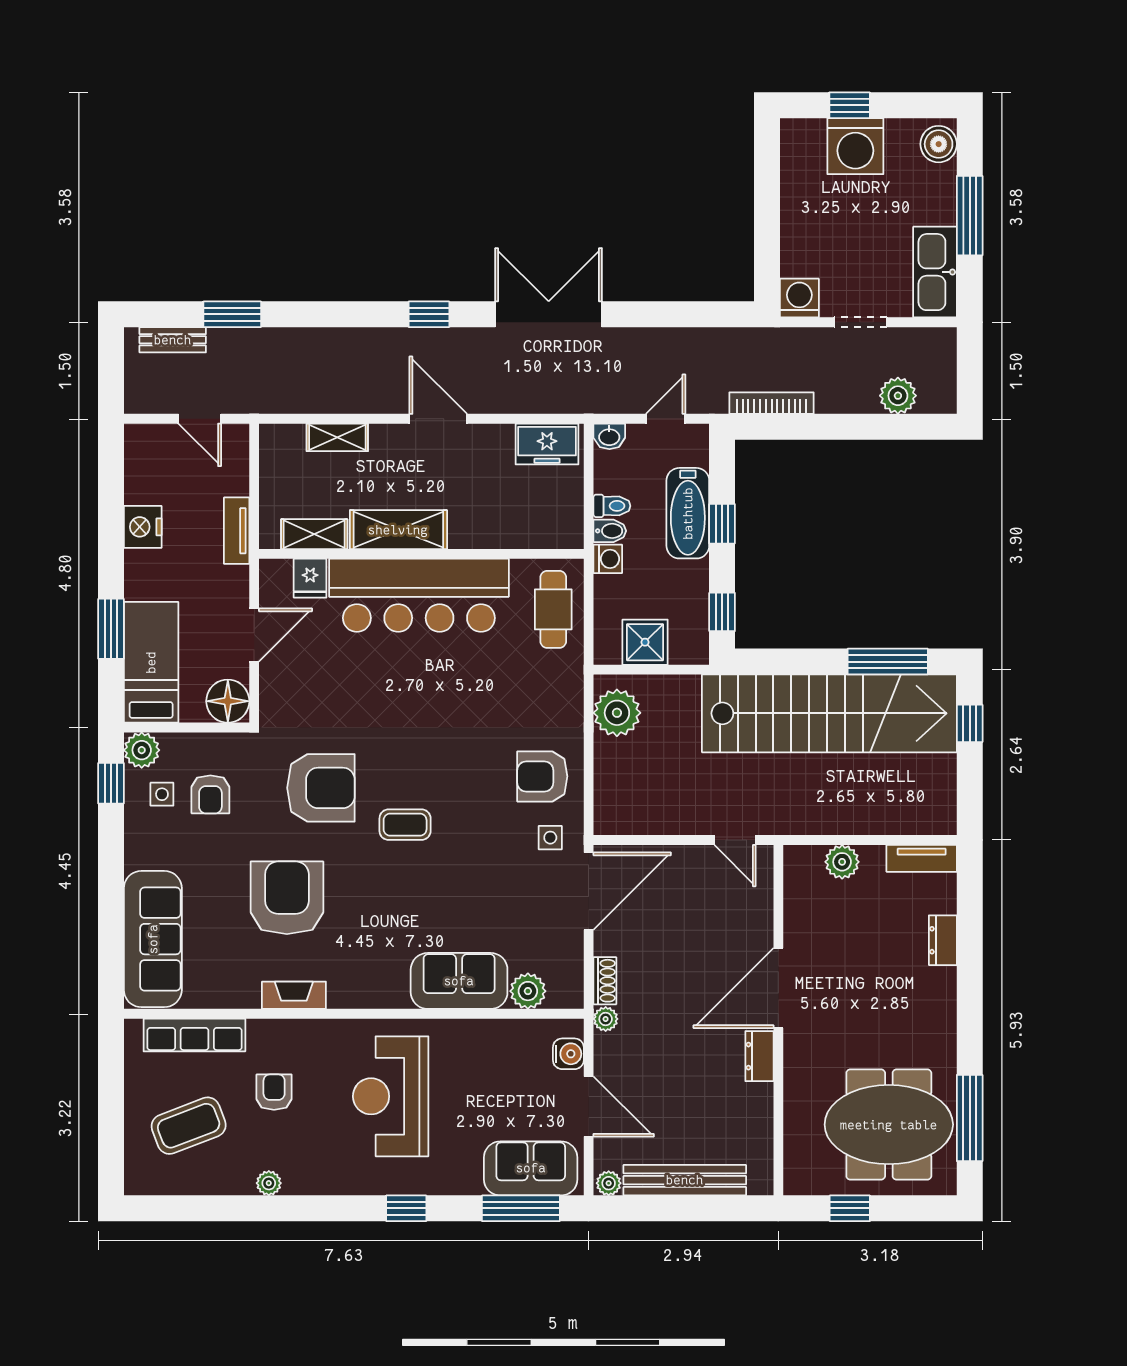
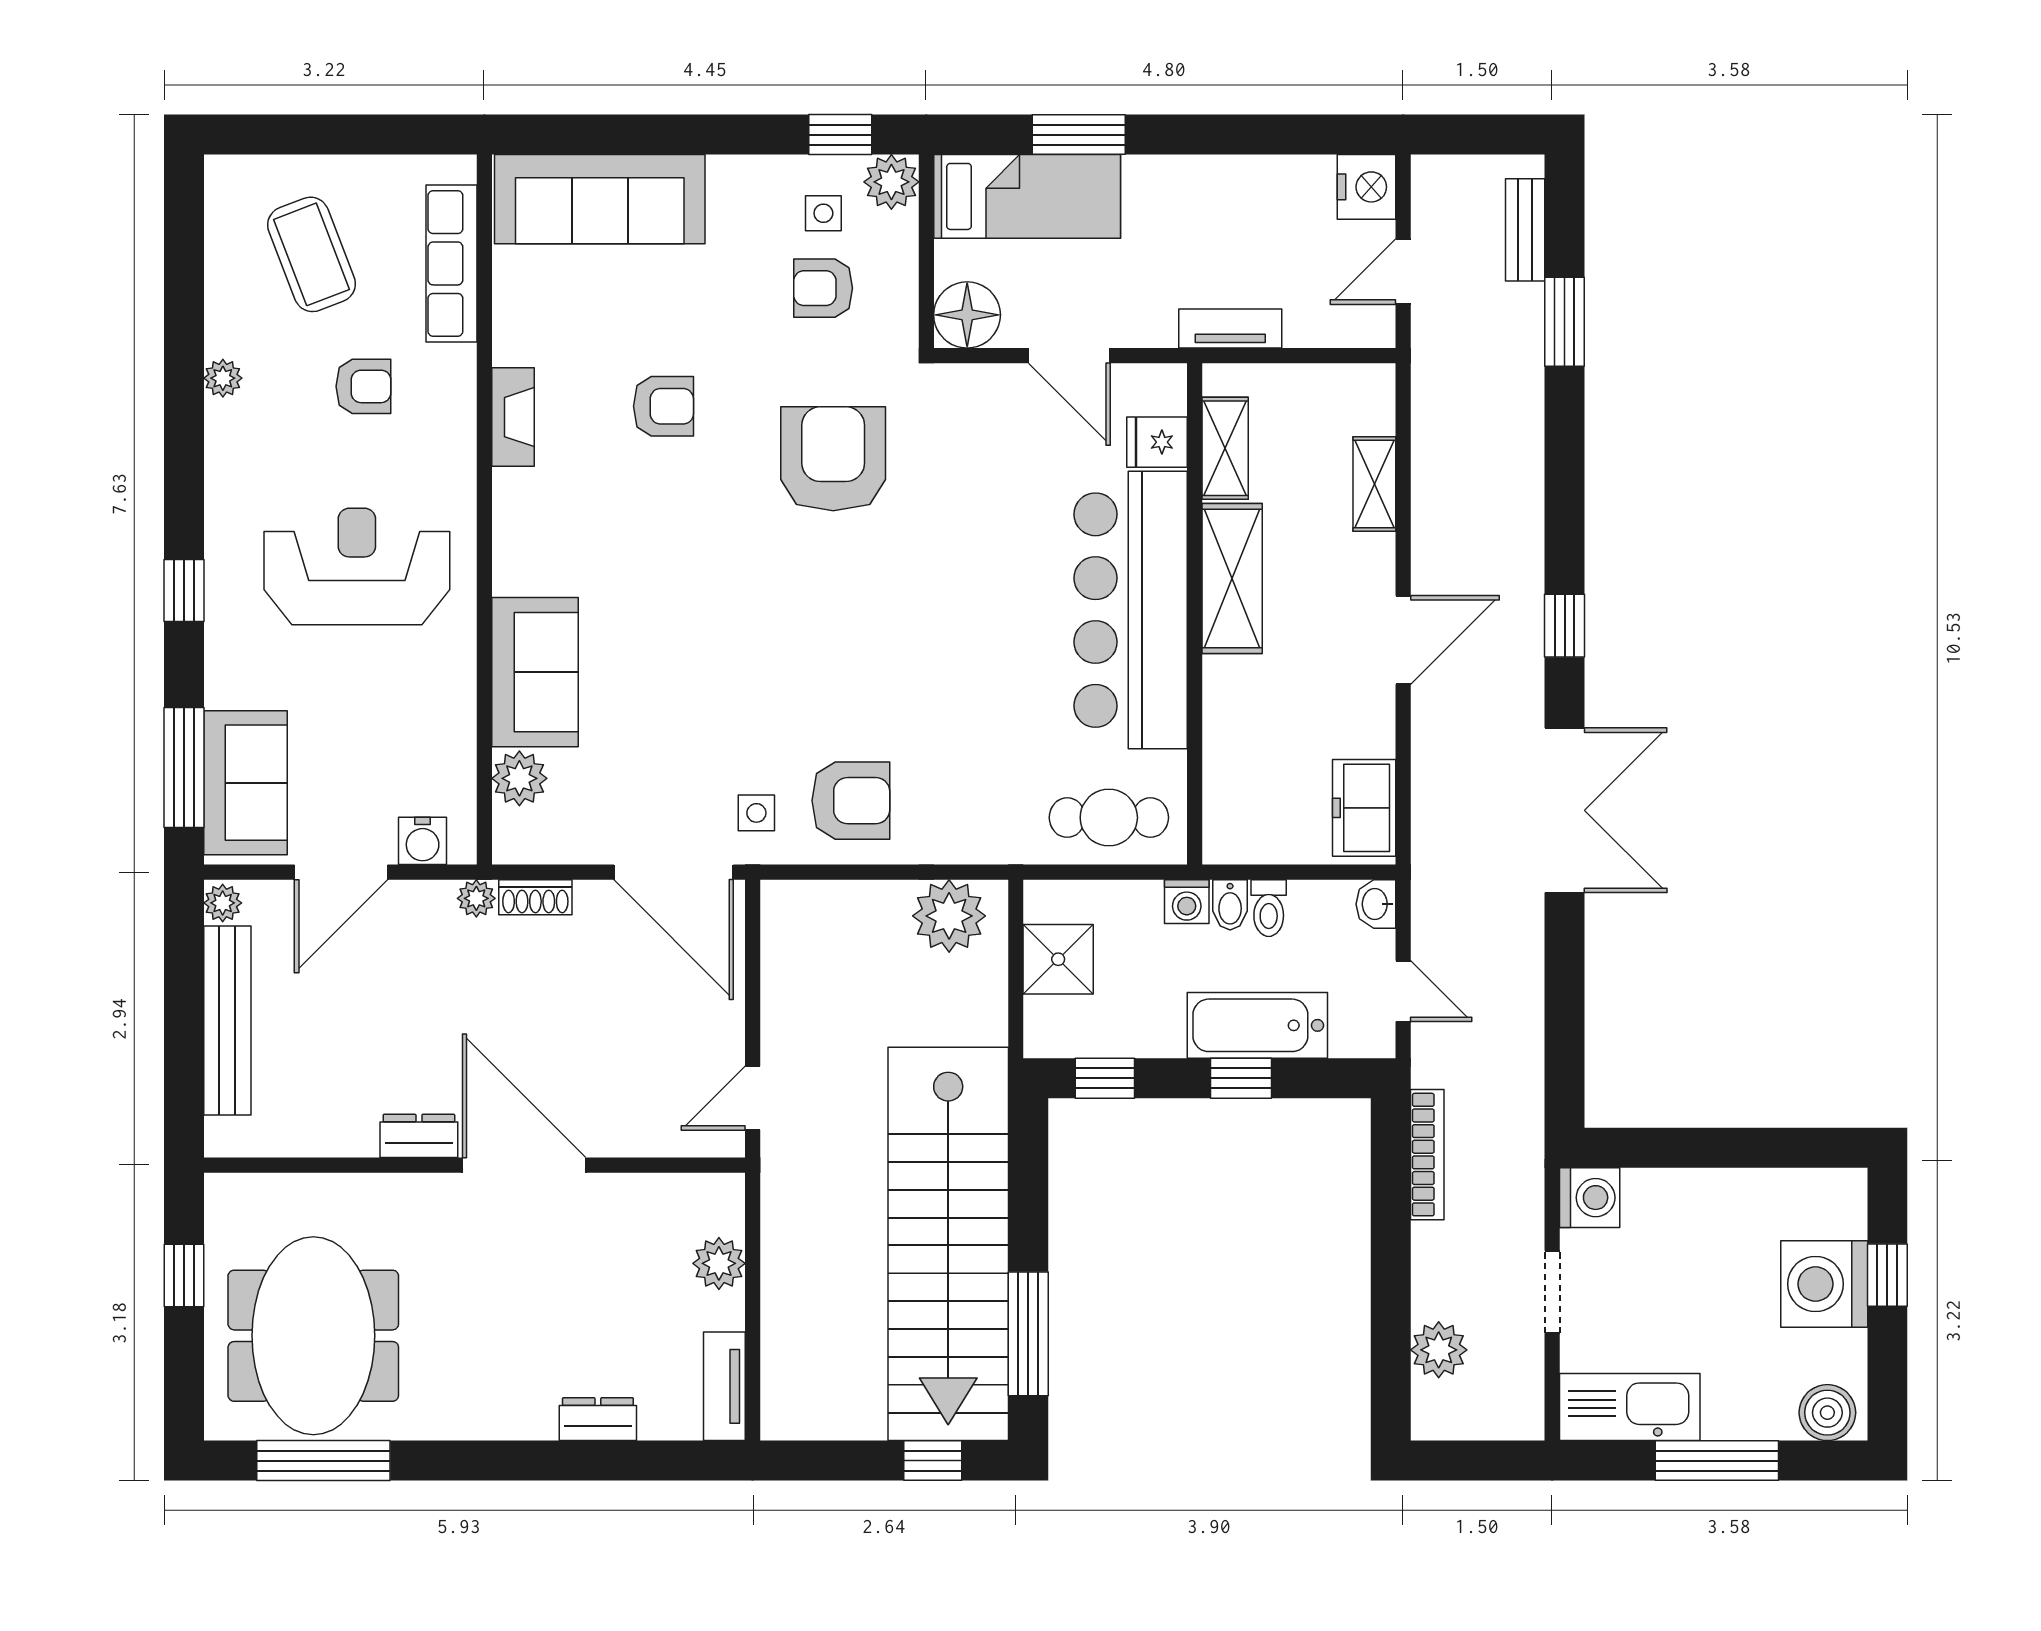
nightstand: (143, 527) -> (1367, 187), moved, turned 90
armchair: (542, 776) -> (851, 801), turned 90
armchair: (321, 788) -> (833, 459), turned 180
coffee table: (405, 825) -> (776, 589), removed
armchair: (287, 898) -> (663, 406), width x0.53, depth x0.53

